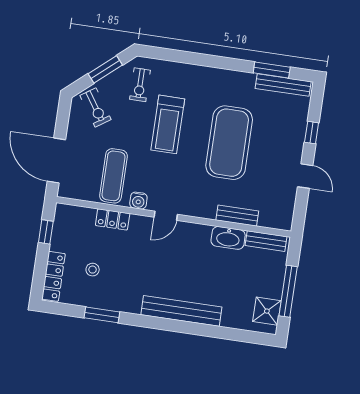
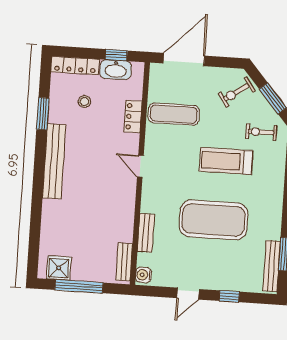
water cooler: (138, 201) -> (143, 275), moved
washbasin: (228, 238) -> (116, 70), moved, turned -90
bench: (181, 311) -> (54, 161), moved

